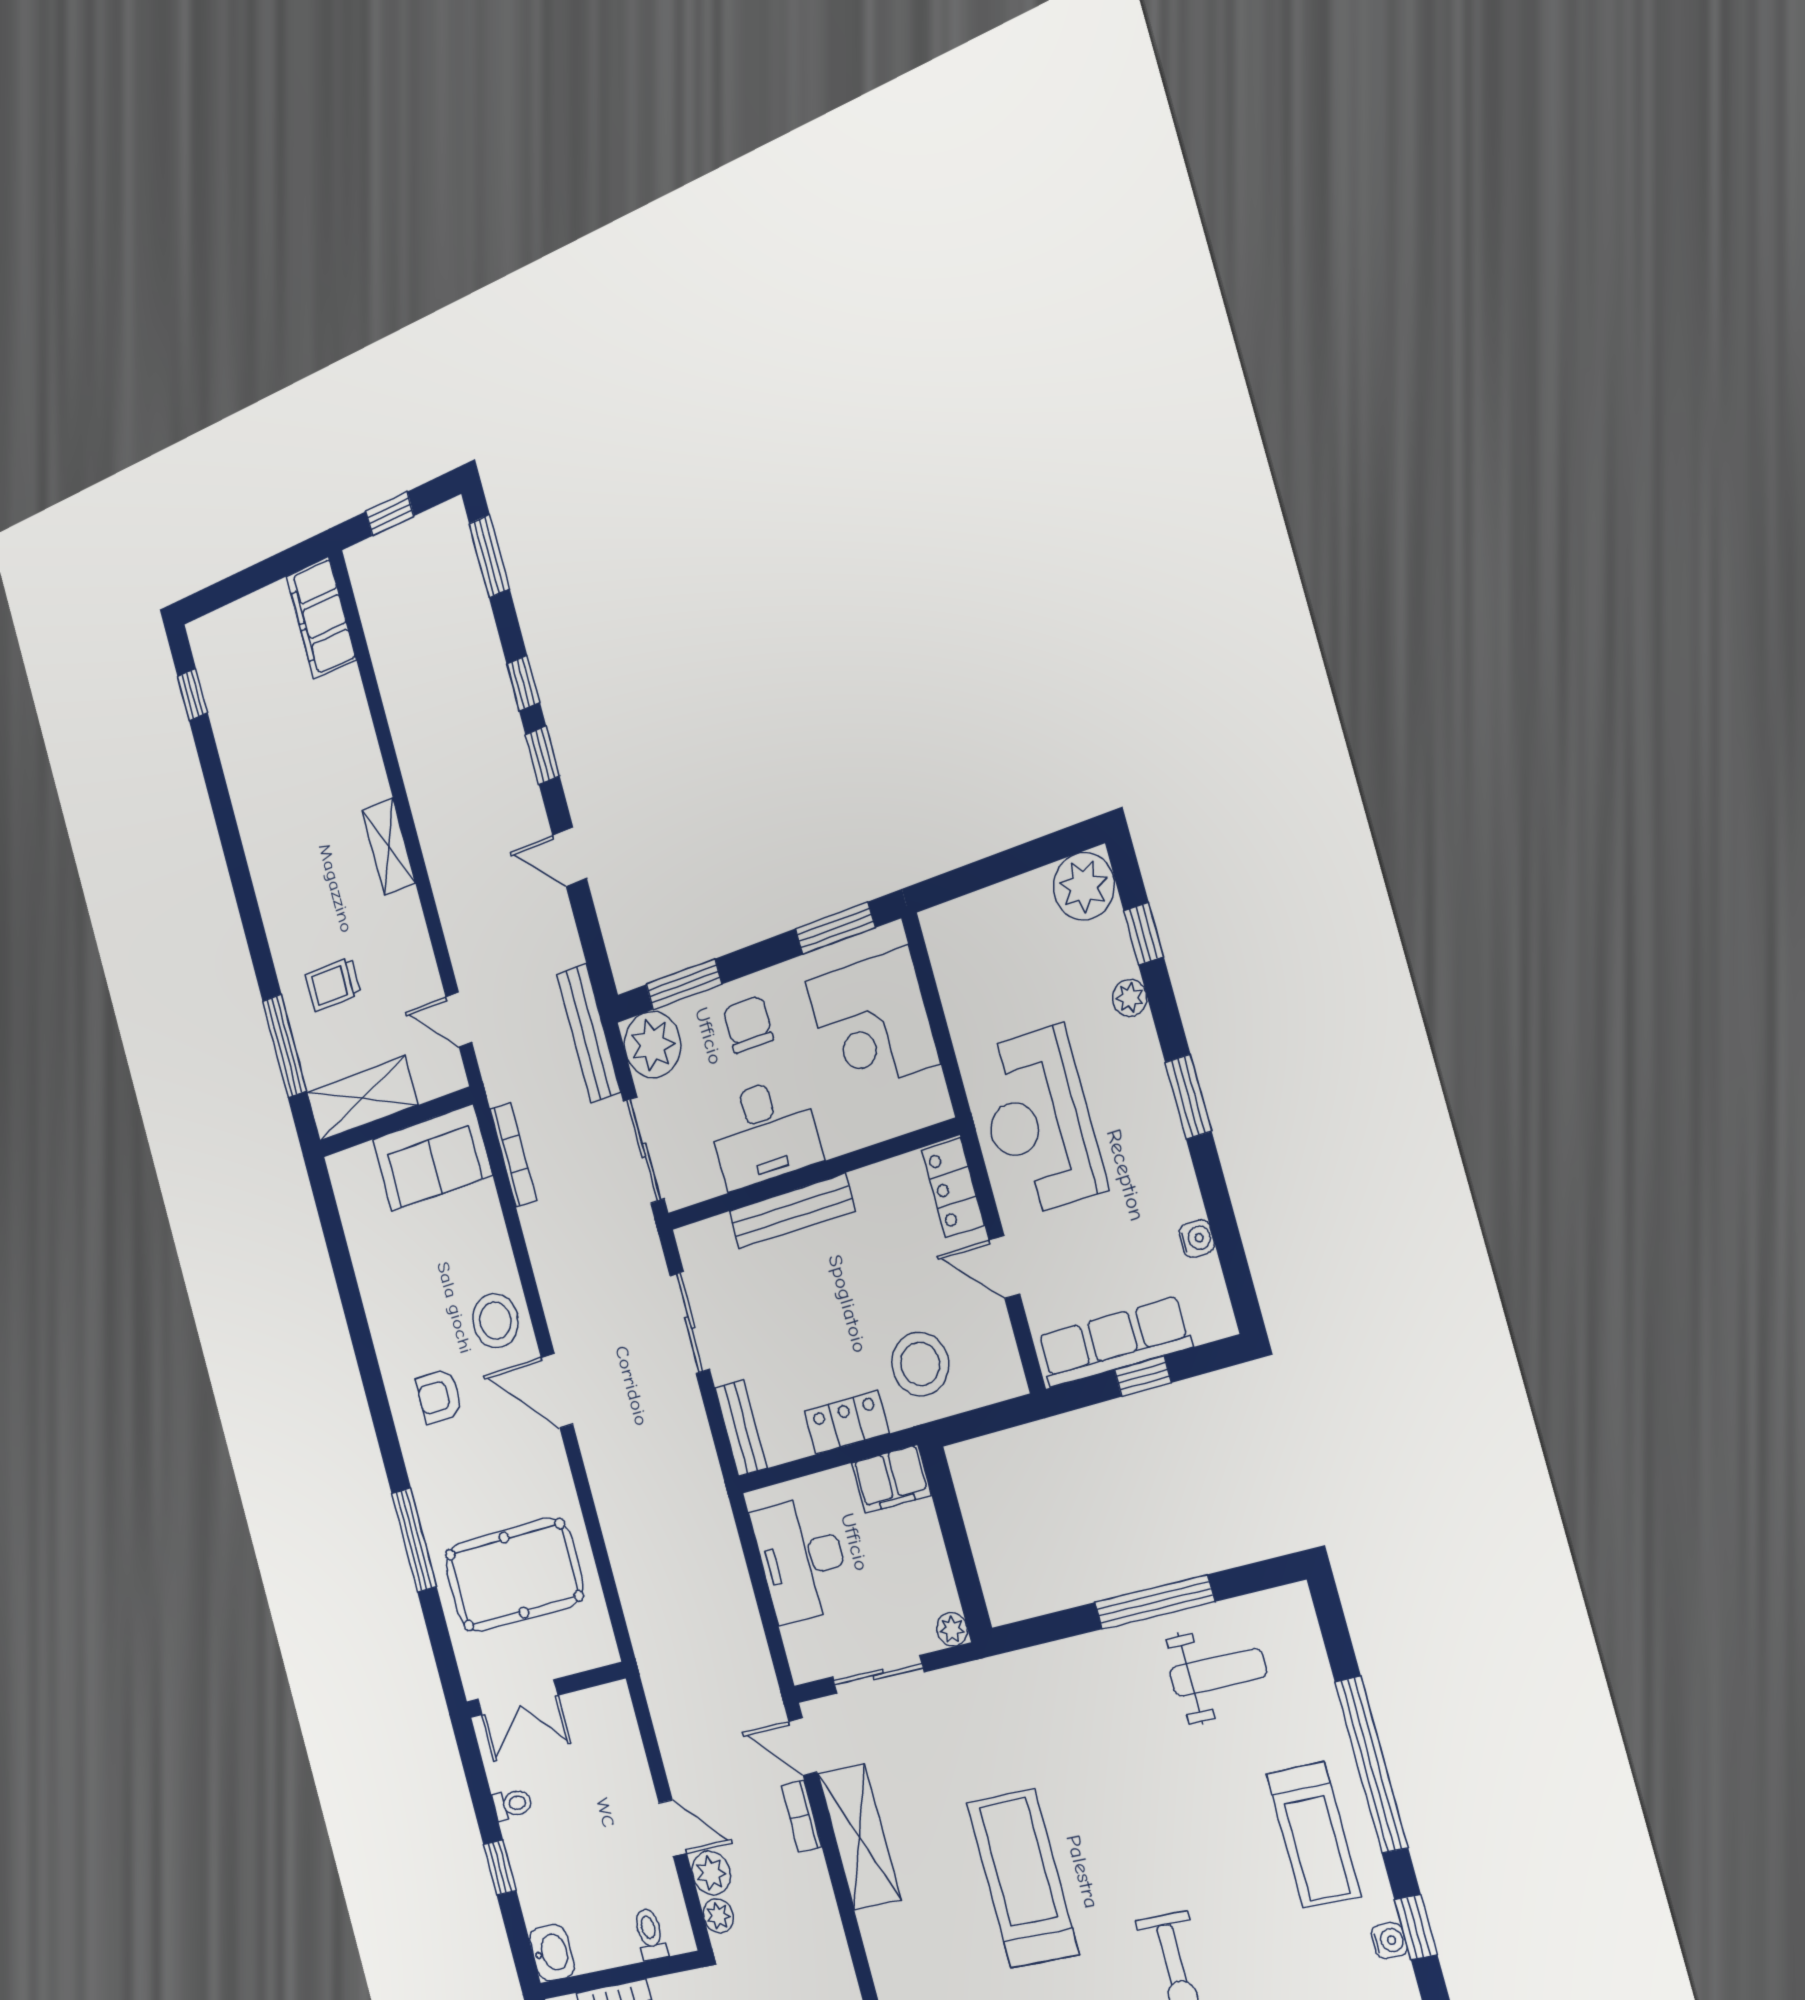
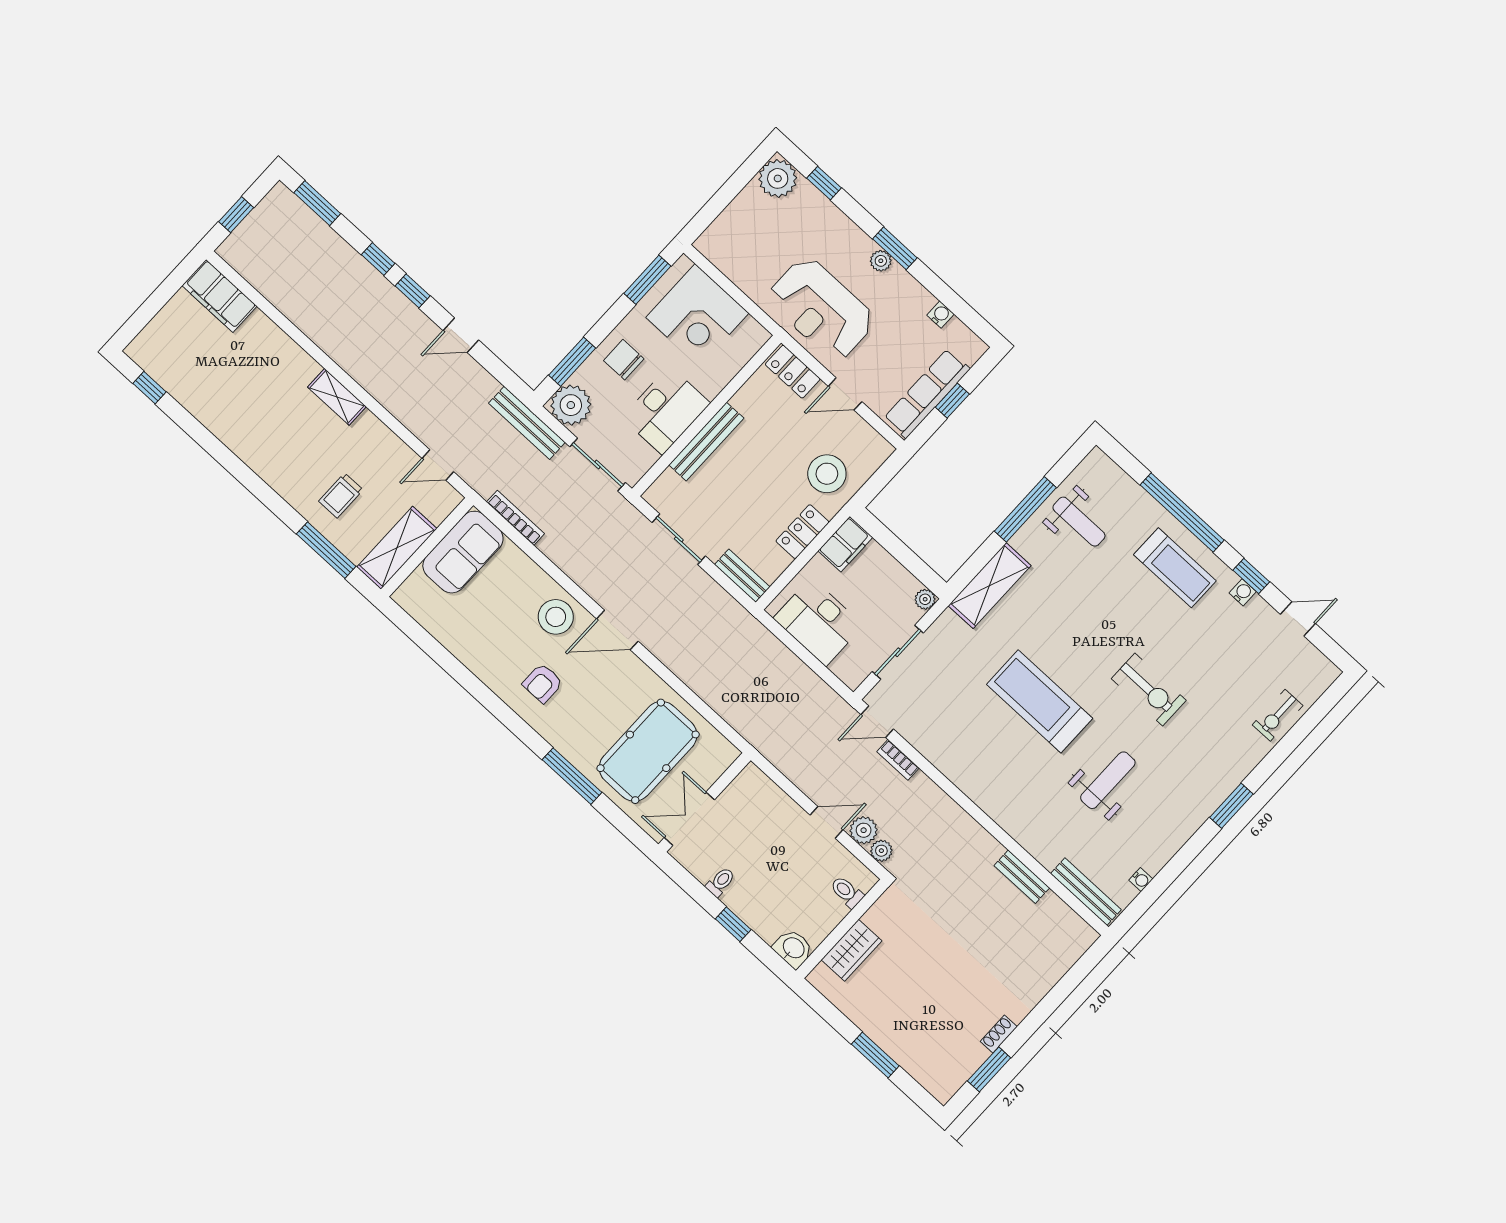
plant: (1130, 998) -> (881, 261), moved
weight bench: (1218, 1672) -> (1079, 522), turned 90
double door: (518, 1697) -> (689, 819), swing flipped
shelving: (859, 1837) -> (990, 586), moved, turned 90

